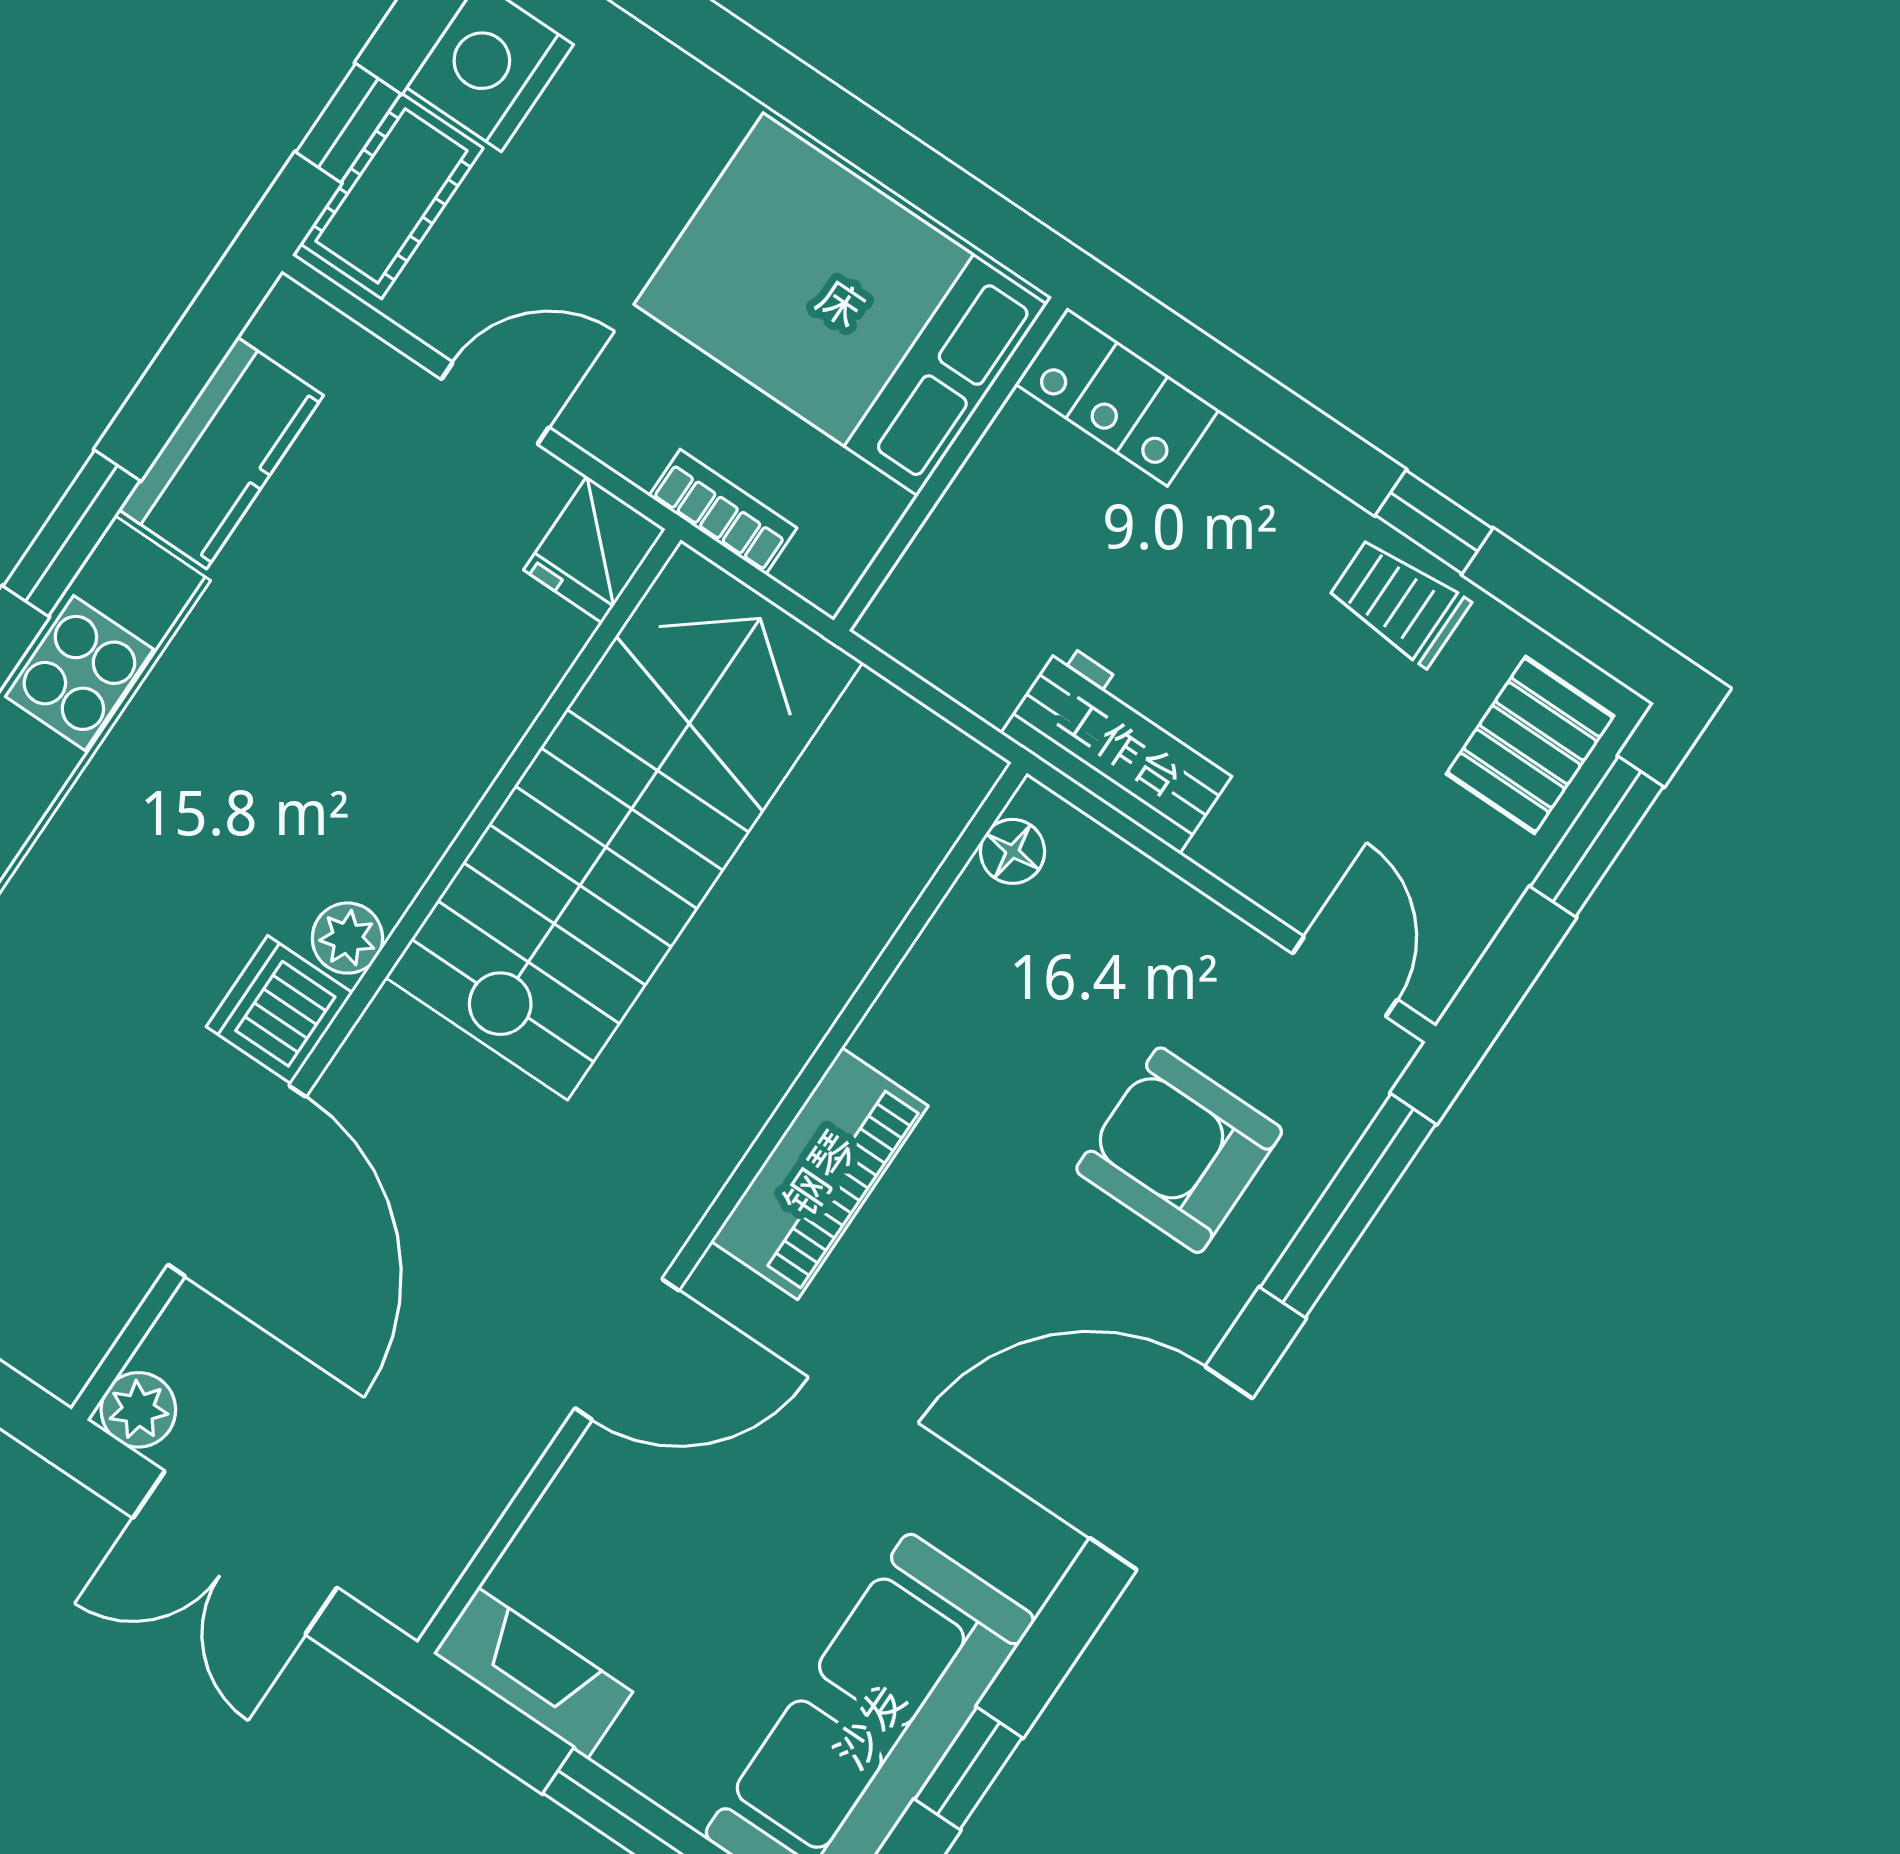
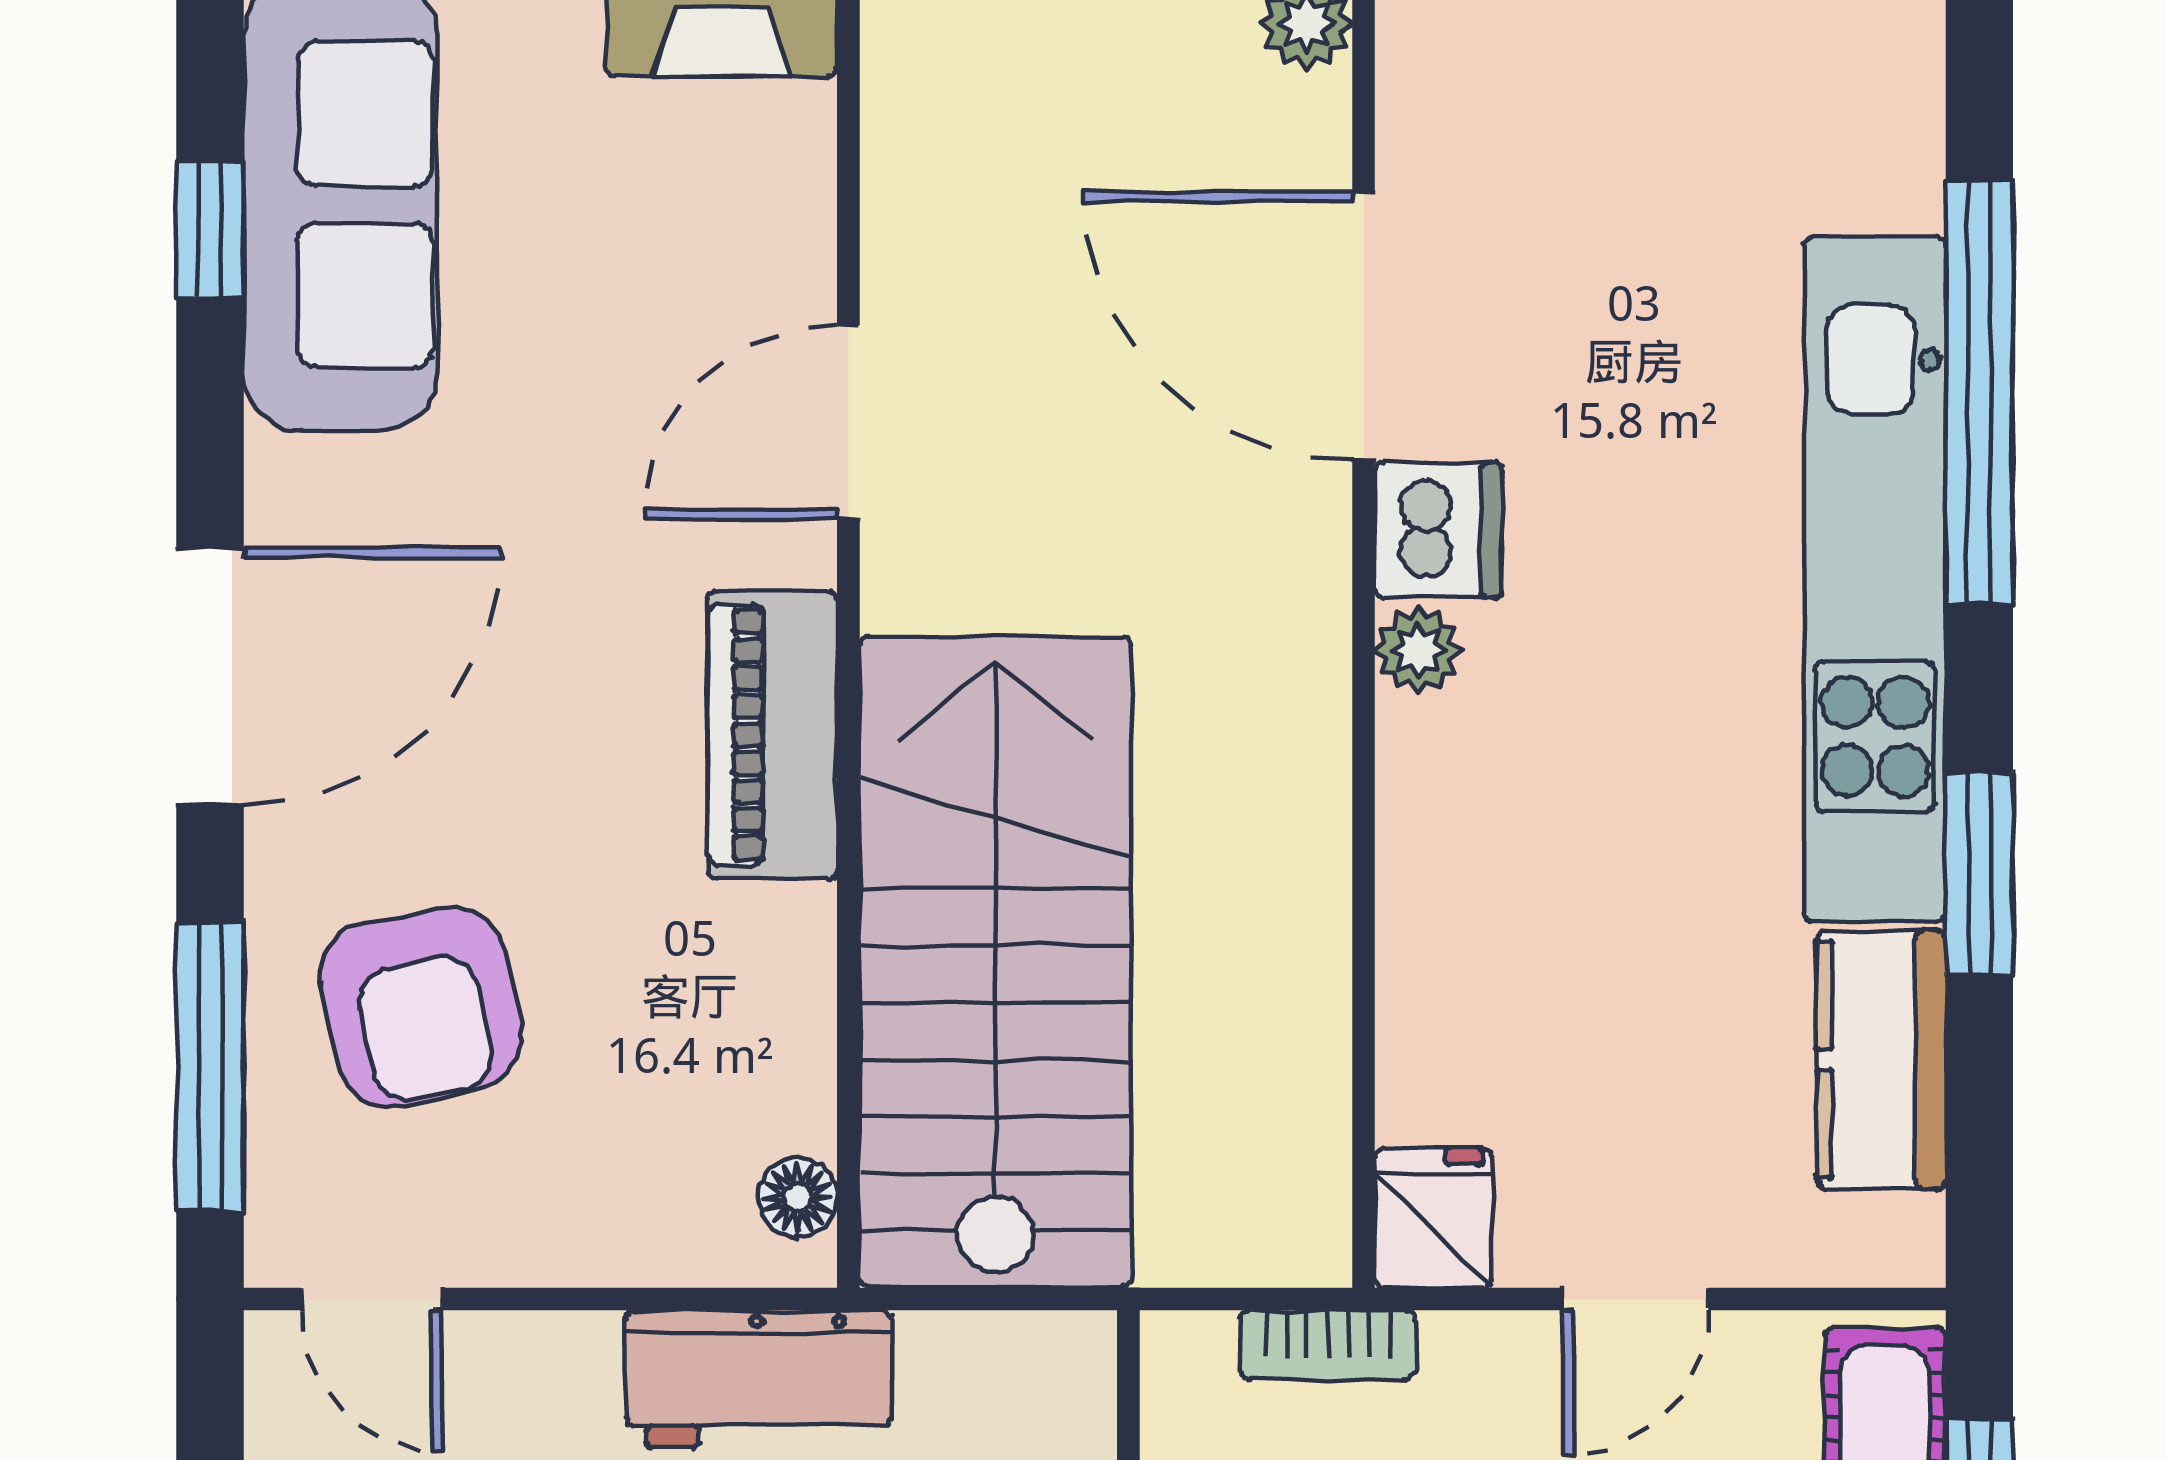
stairs: (624, 820) -> (995, 961), moved, turned 180
armchair: (1179, 1150) -> (421, 1007), turned 78

